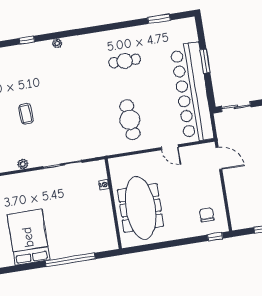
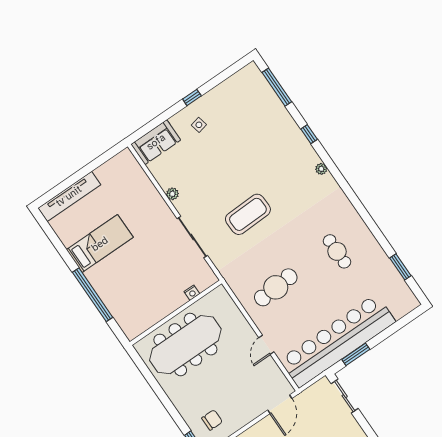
window: (205, 61) -> (356, 354), moved
coffee table: (26, 114) -> (248, 214), moved, width x1.86, depth x1.72
bed: (28, 237) -> (100, 244), width x0.67

